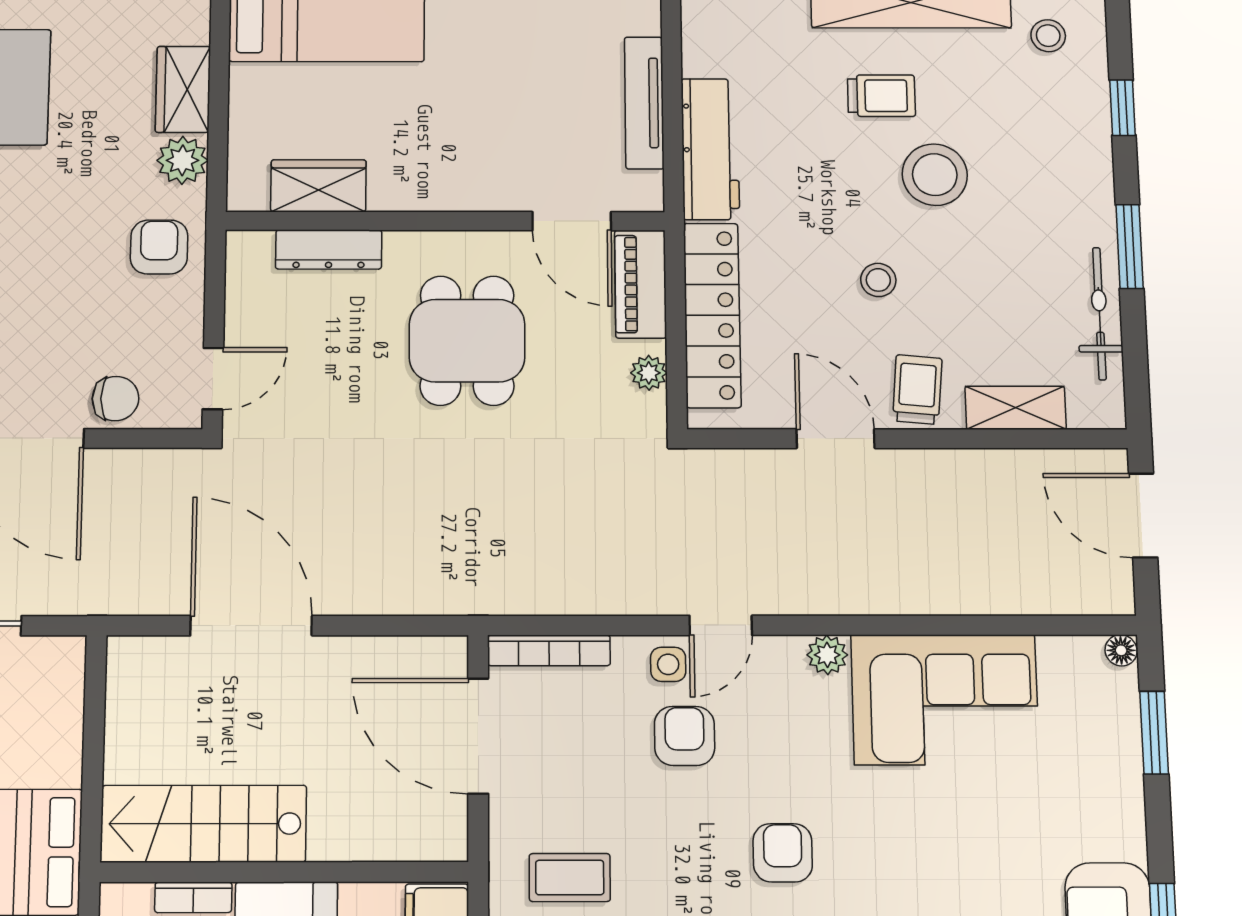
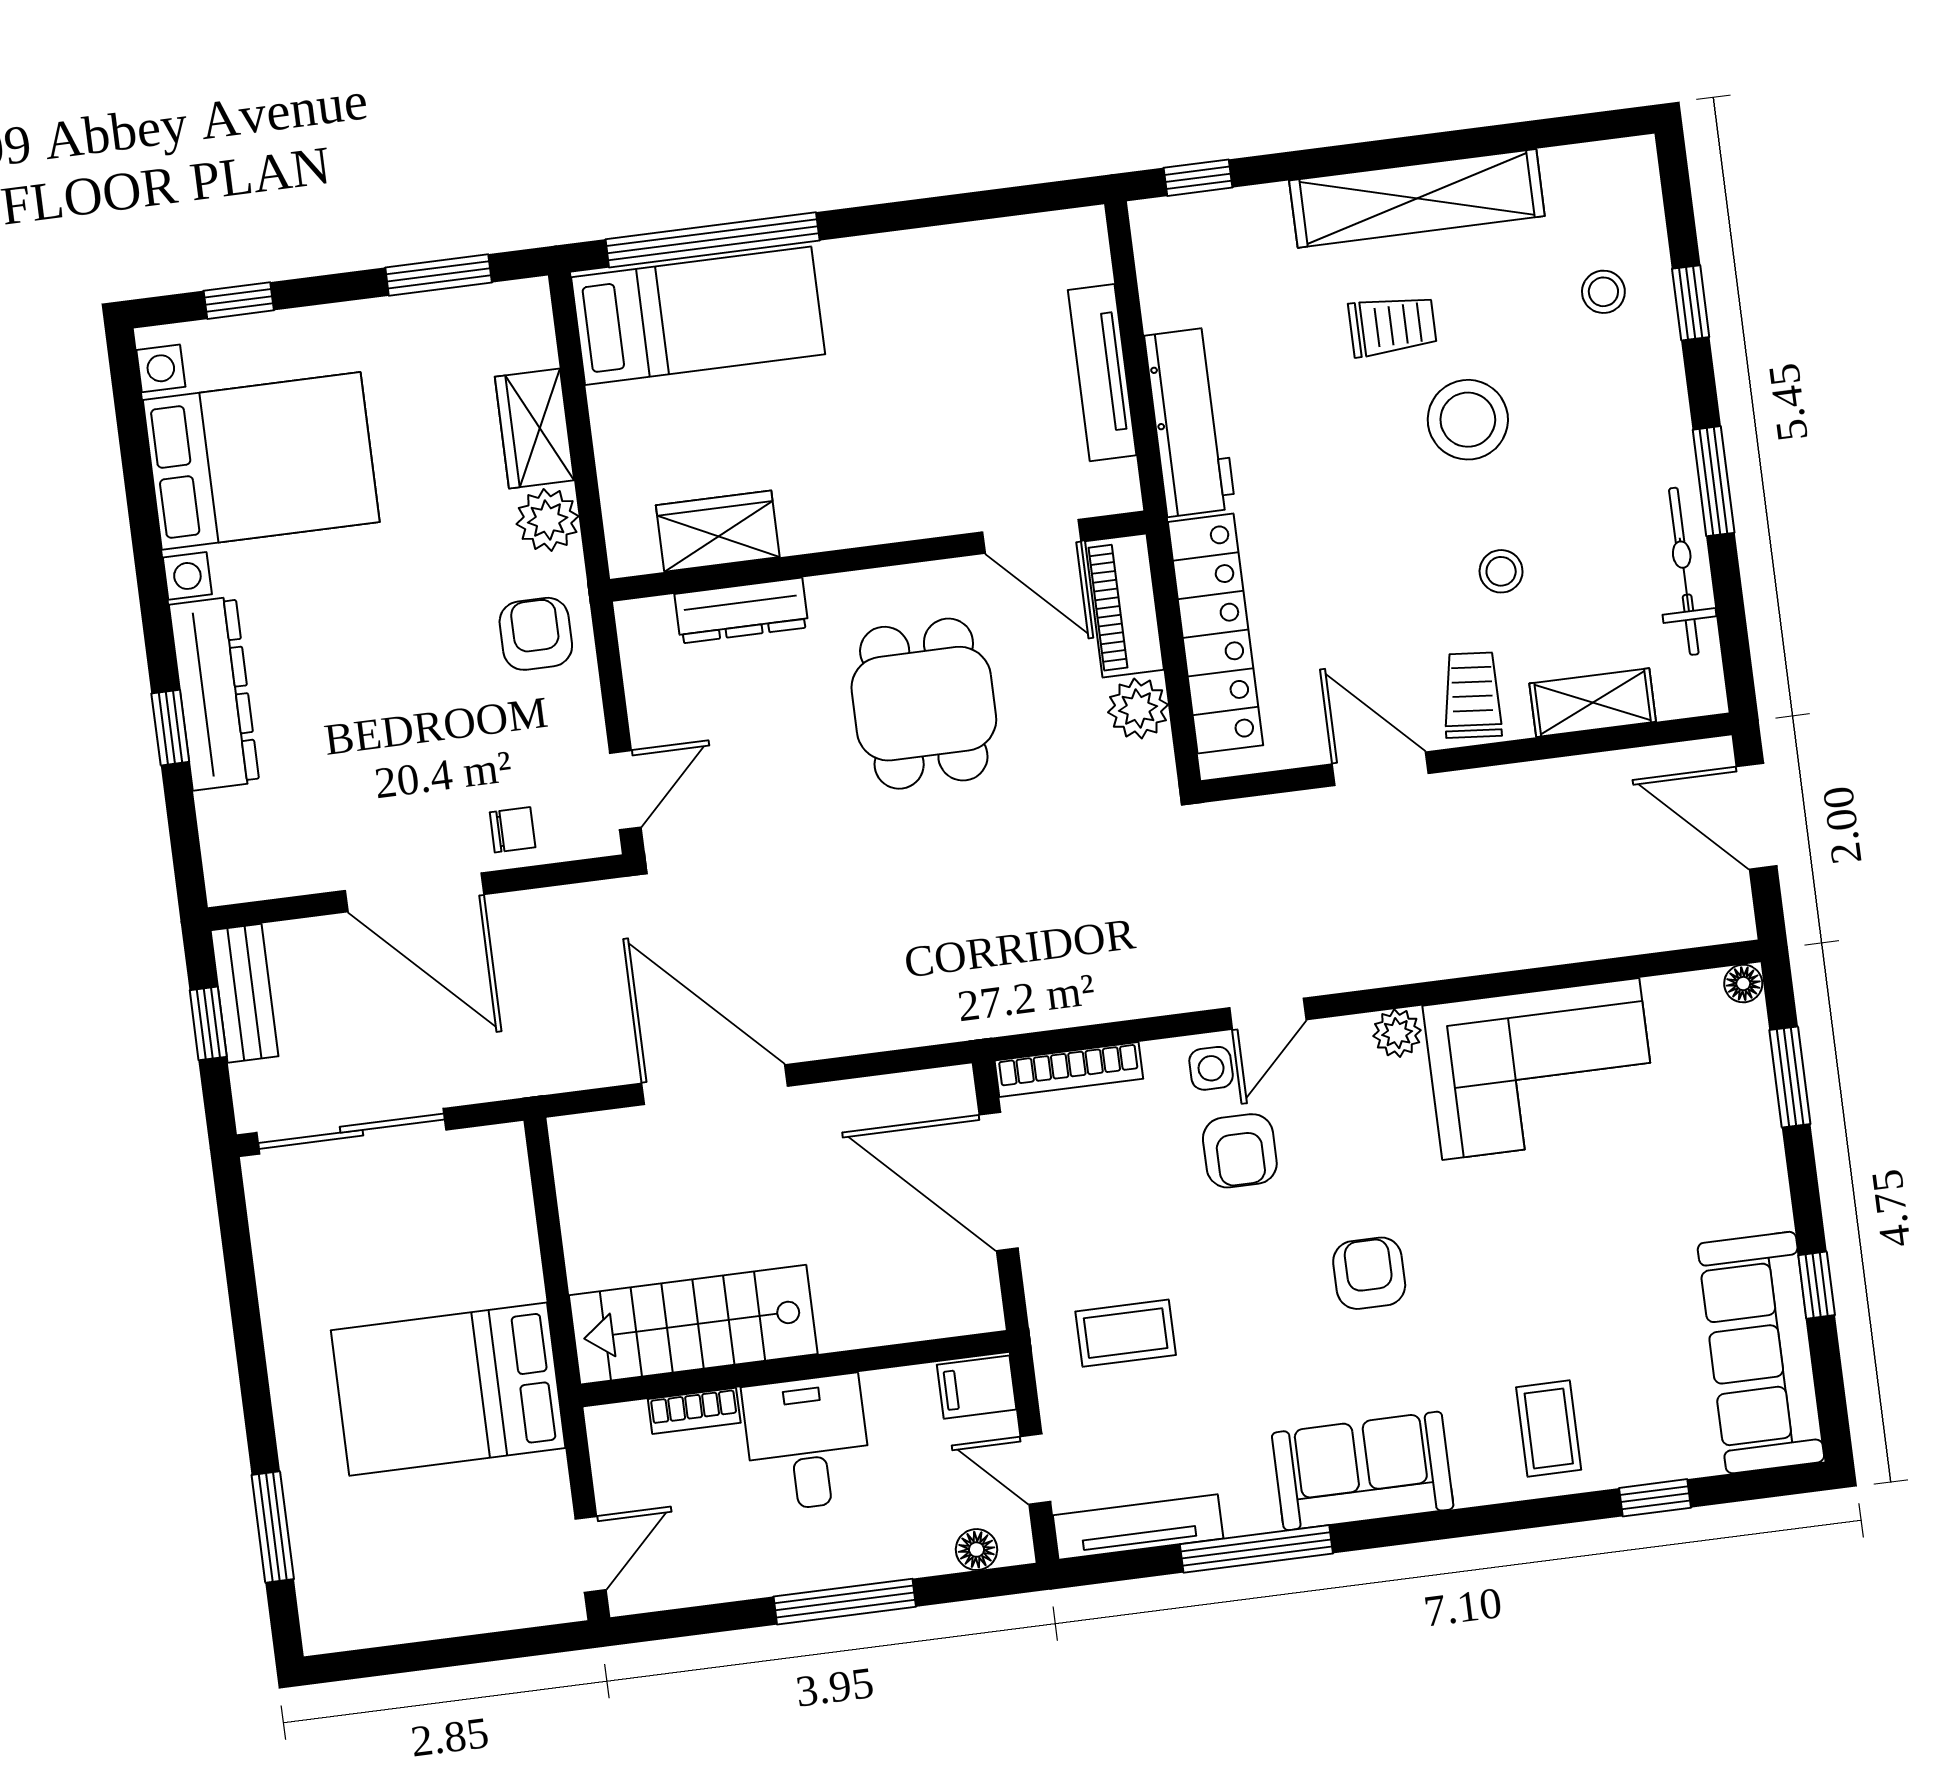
stool: (1048, 36) -> (1603, 292), moved
stool: (878, 280) -> (1501, 571), moved
plant: (649, 373) -> (1138, 709), width x1.38, depth x1.38
chair: (116, 399) -> (513, 830), width x0.73, depth x0.73
armchair: (685, 736) -> (1240, 1151), turned 180

